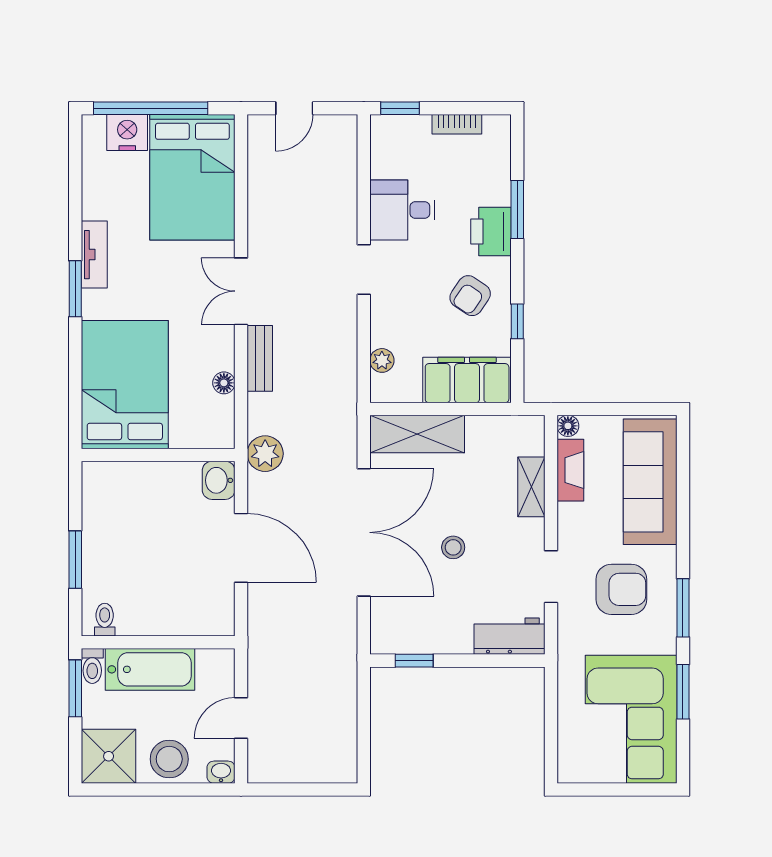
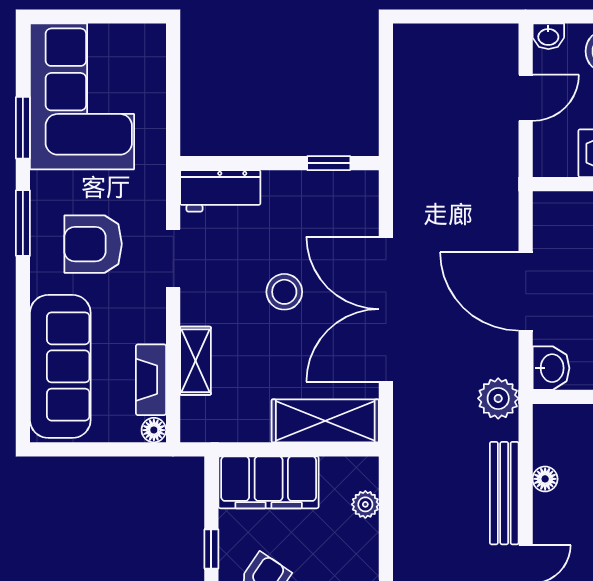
bench: (260, 358) -> (504, 493), width x1.36
stool: (453, 547) -> (284, 292), width x1.37, depth x1.37

